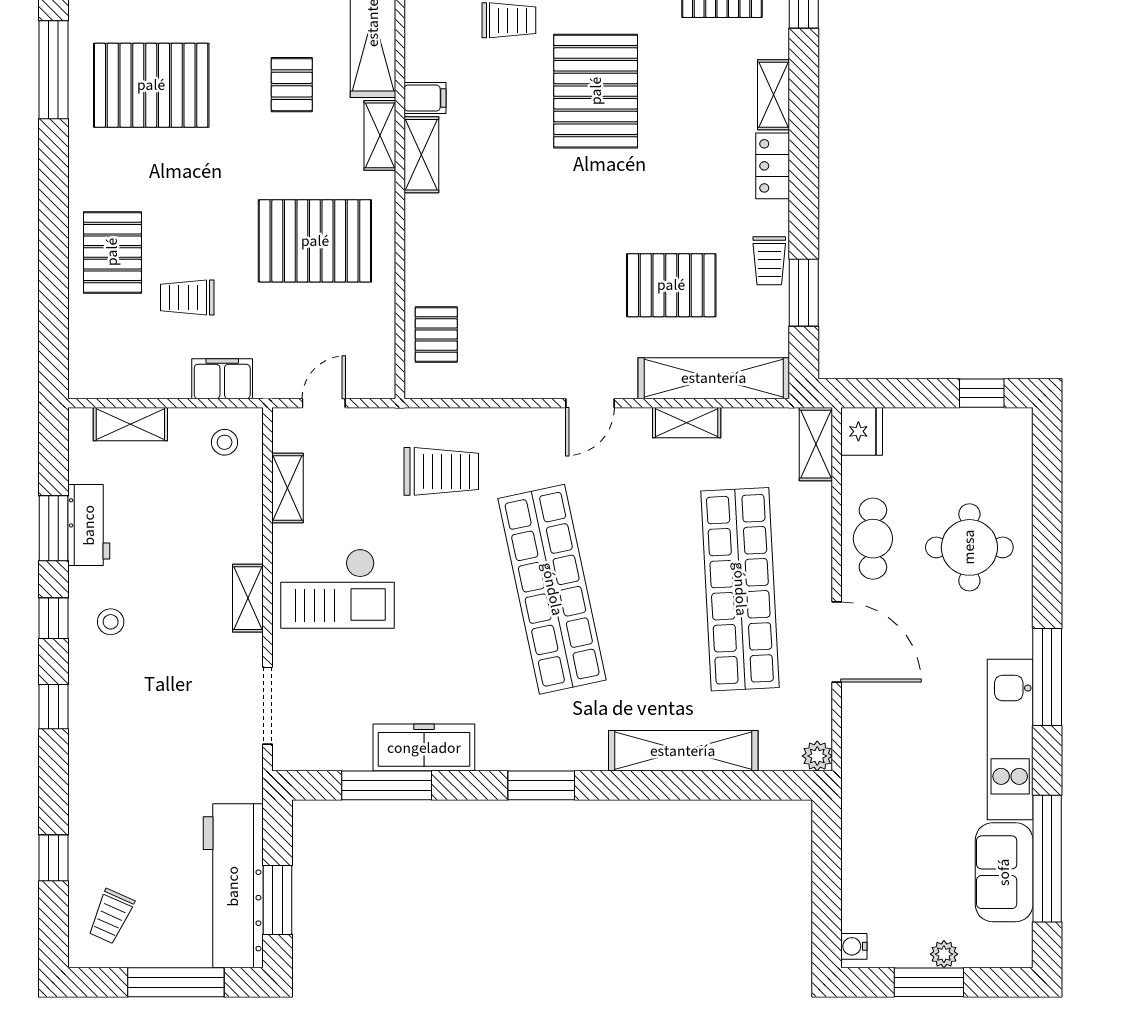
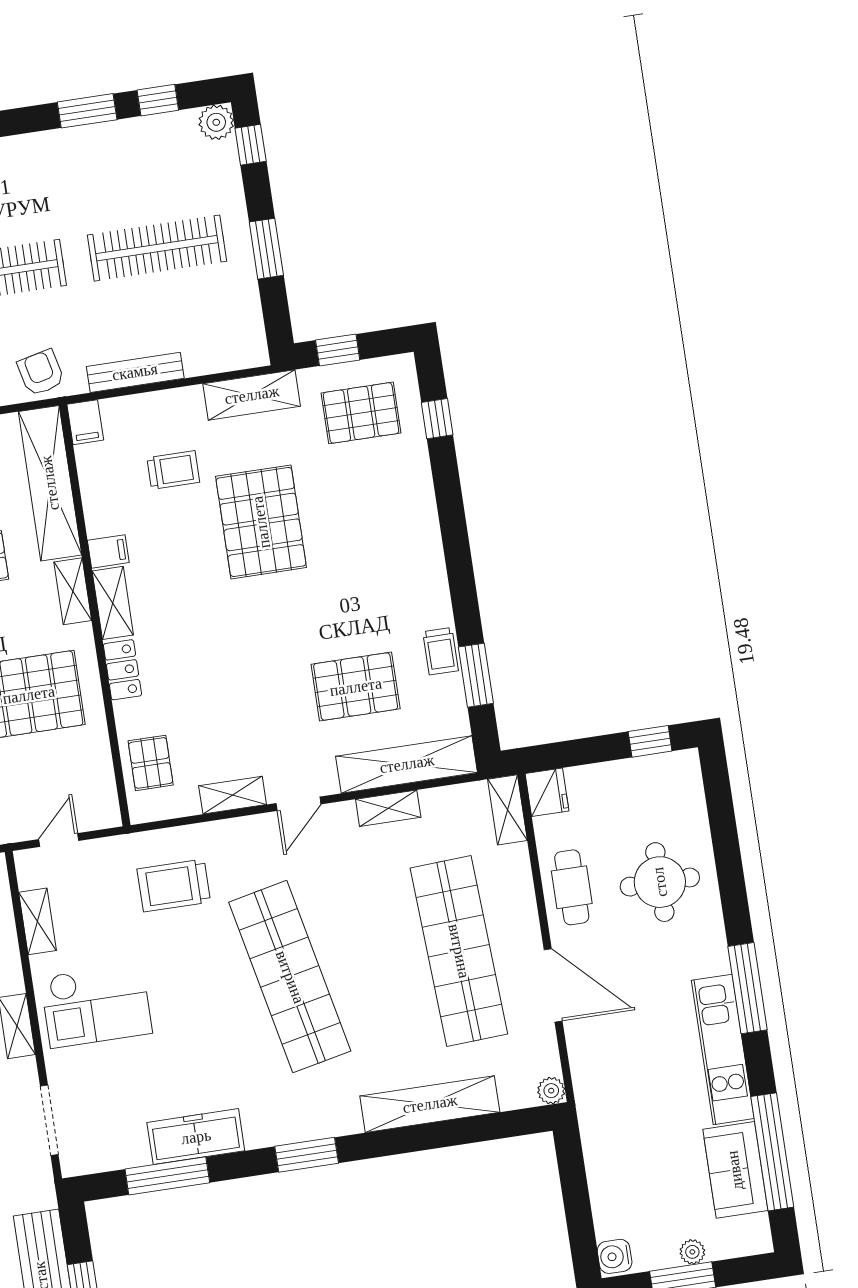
shelving: (774, 95) -> (233, 795), moved, turned 90
locker: (773, 166) -> (122, 670), moved, turned 180
trolley: (441, 471) -> (174, 885), turned 180
water cooler: (854, 946) -> (615, 1256), width x1.38, depth x1.38

